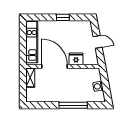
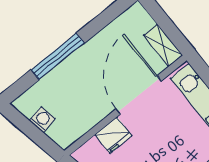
door: (55, 66) -> (139, 95), swing flipped

